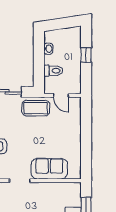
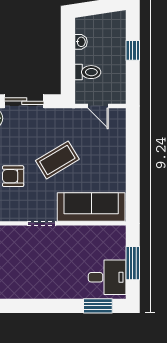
coffee table: (36, 108) -> (57, 160), moved, turned -31
sofa: (49, 169) -> (91, 207), width x1.36

